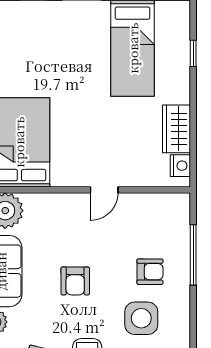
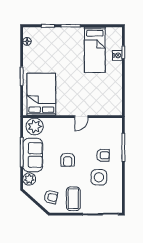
wardrobe: (177, 129) -> (116, 88), removed
nightstand: (180, 166) -> (117, 55), moved

